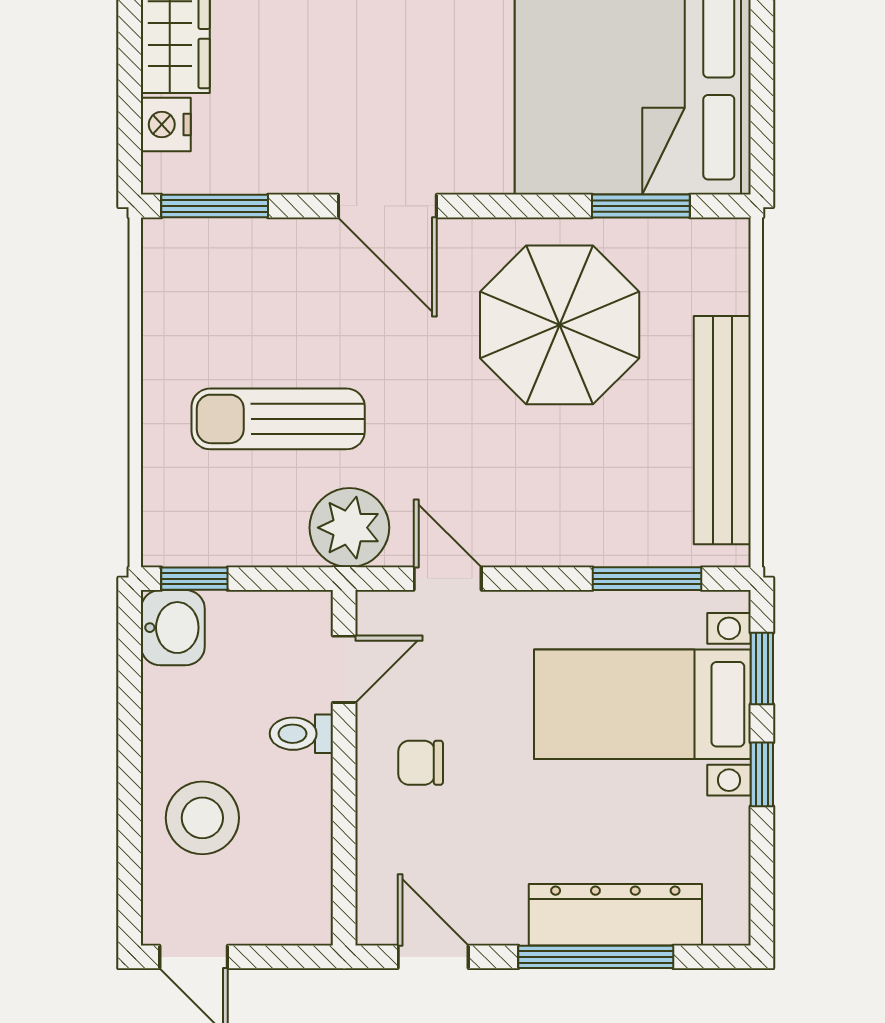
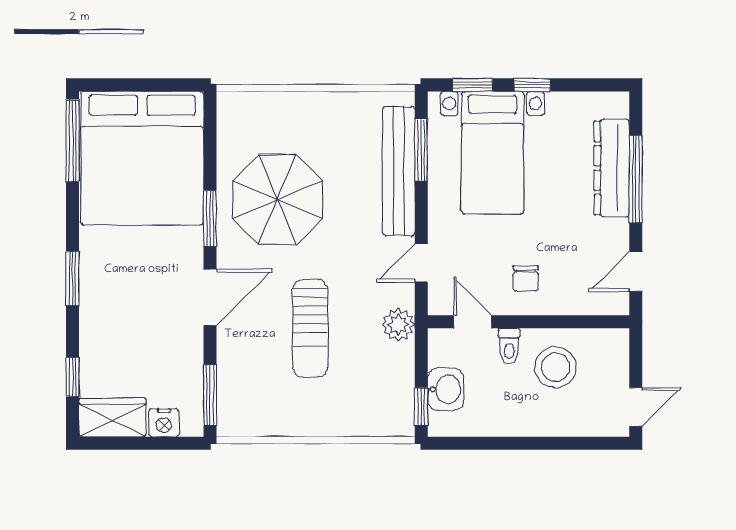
window: (641, 206) -> (210, 218), moved
sun lounger: (278, 419) -> (310, 328), moved
bench: (722, 430) -> (399, 171), moved, turned 90
plant: (349, 528) -> (398, 325), width x0.73, depth x0.73
washbasin: (173, 628) -> (446, 389), moved, turned 90
stool: (202, 818) -> (555, 367), moved

